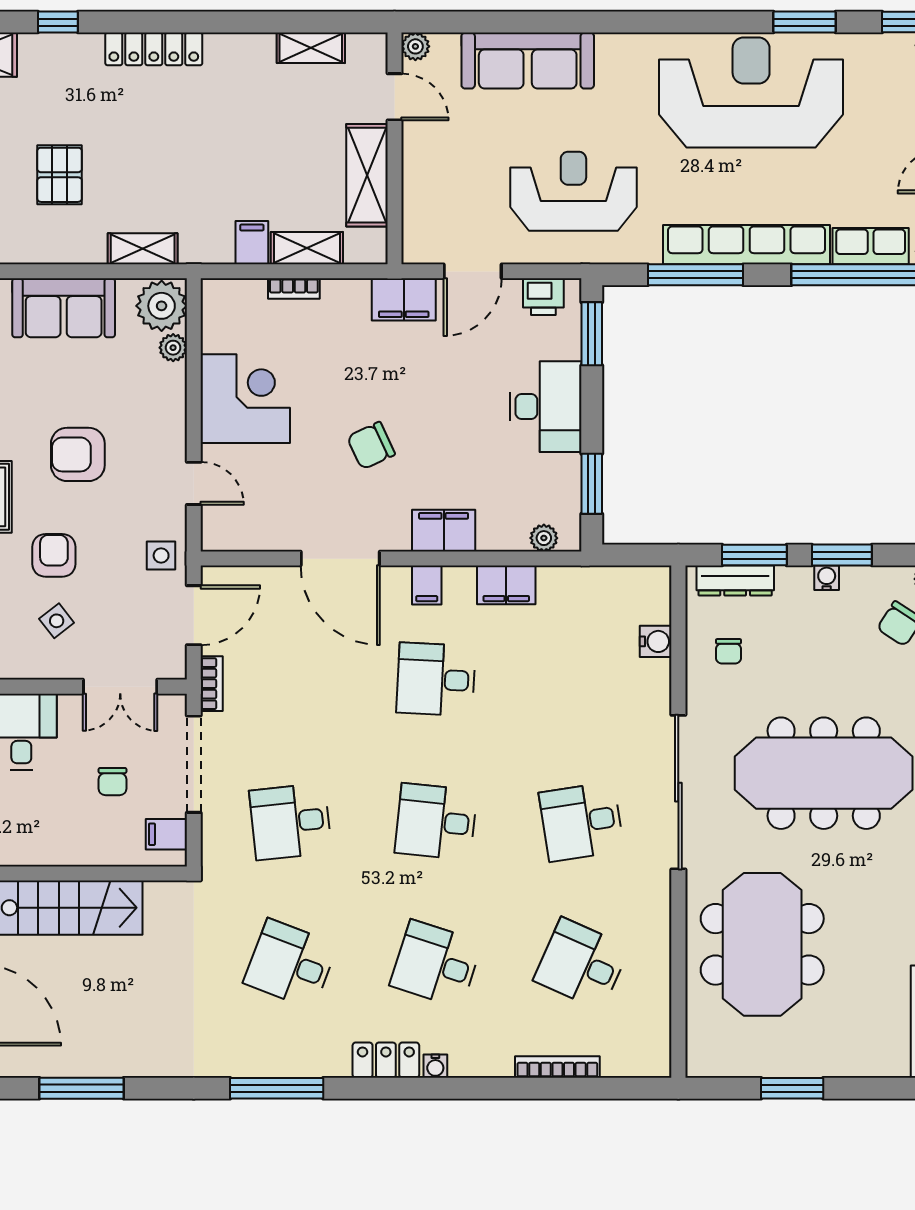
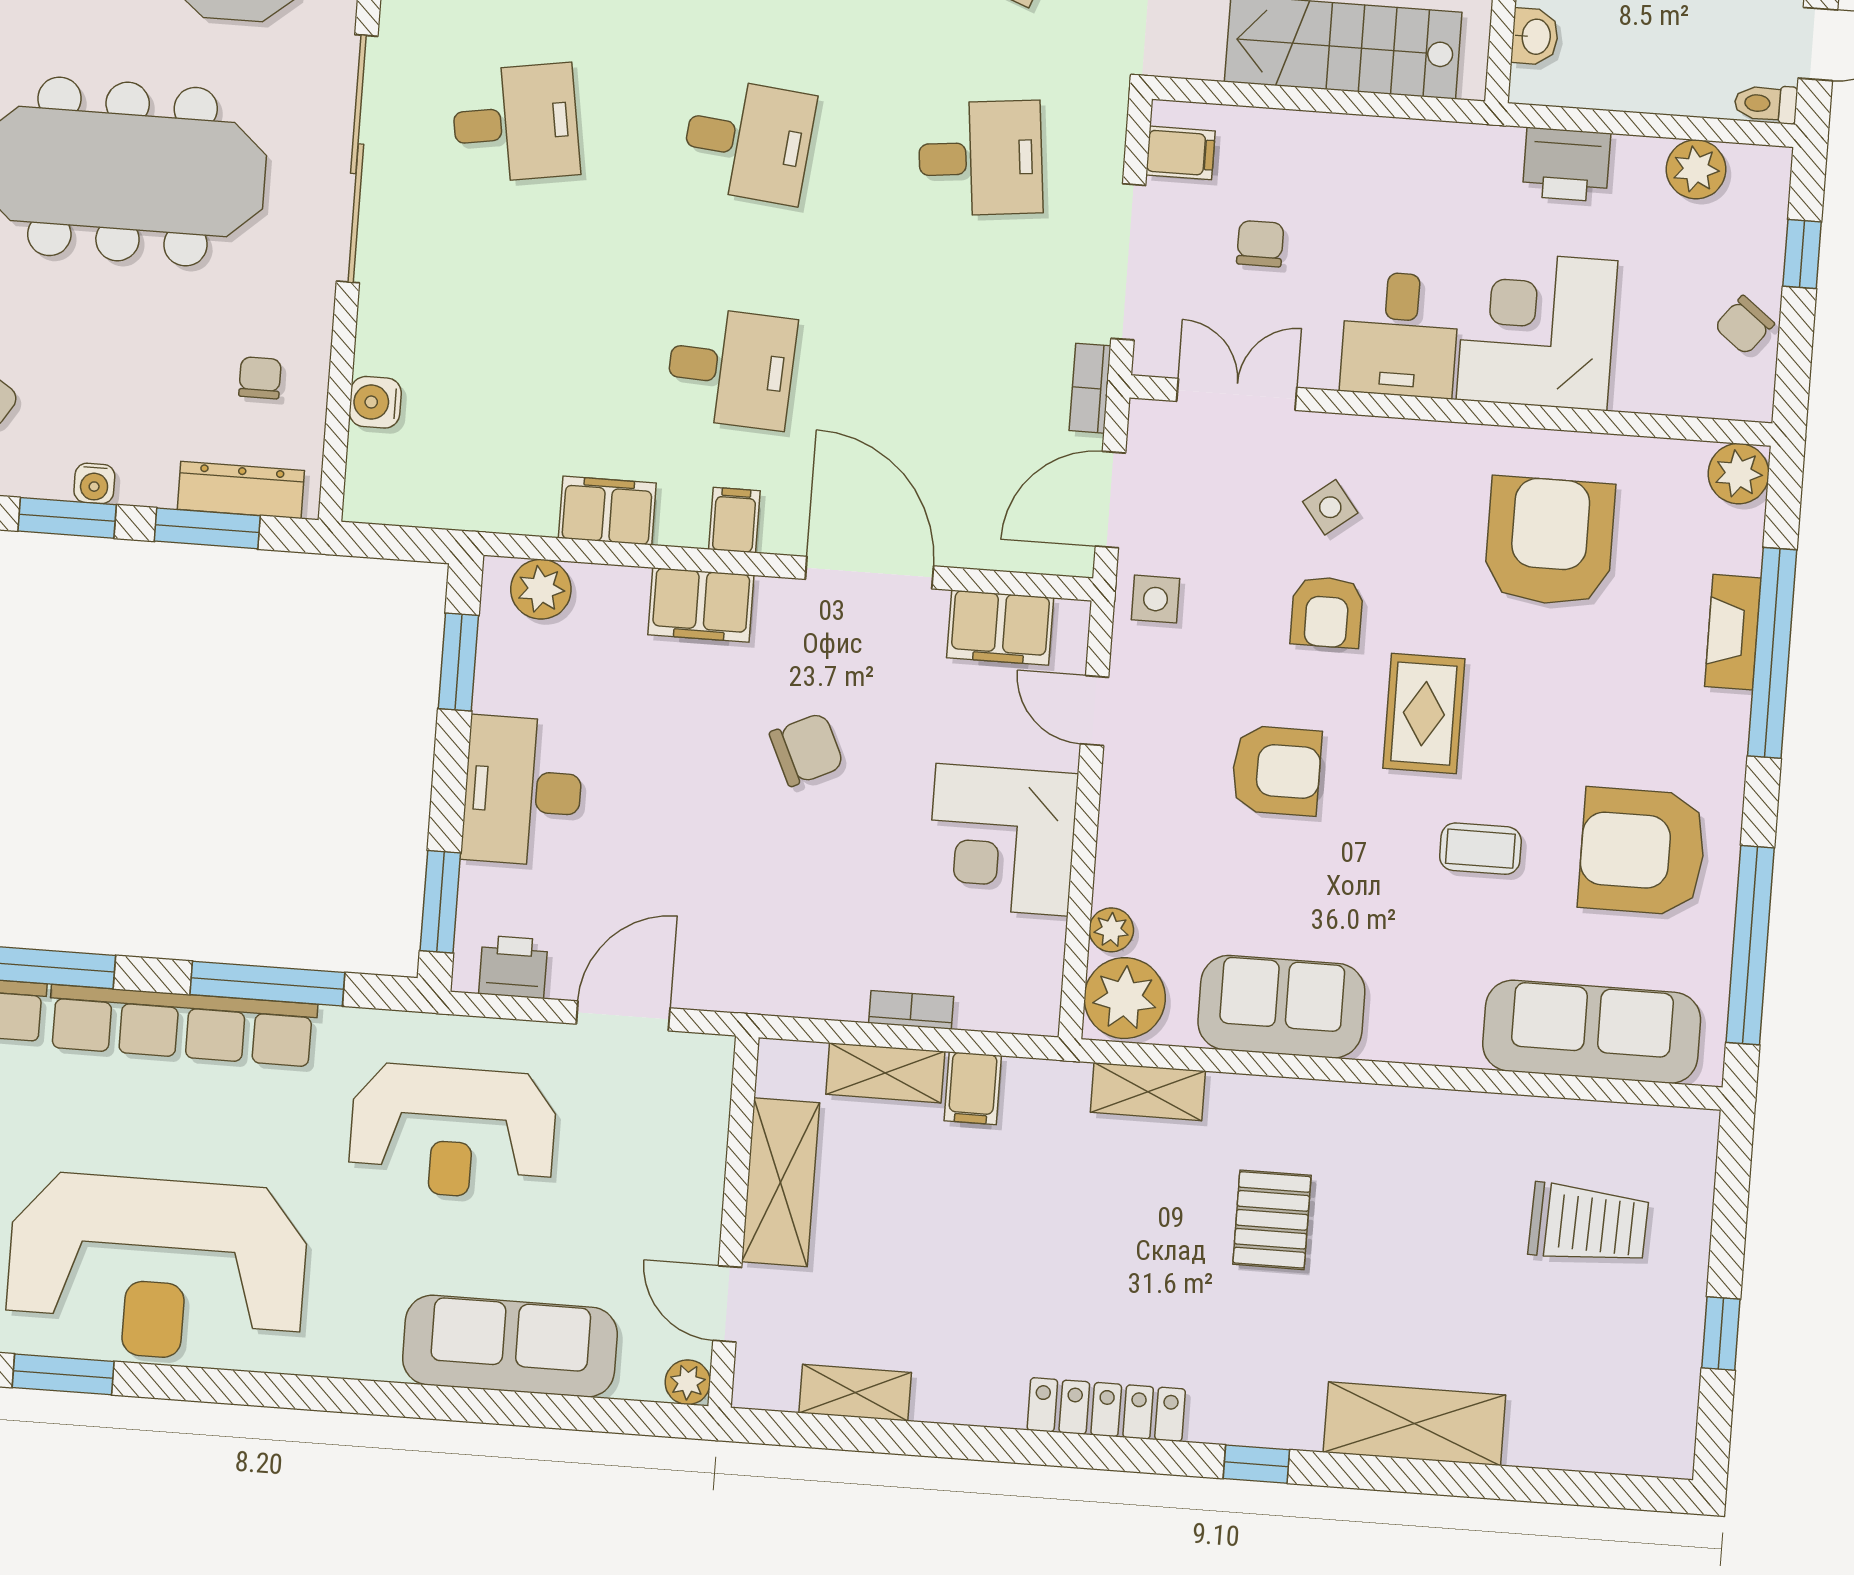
filing cabinet: (404, 299) -> (1000, 628), moved, turned 180
plant: (544, 538) -> (541, 589), width x1.38, depth x1.38

